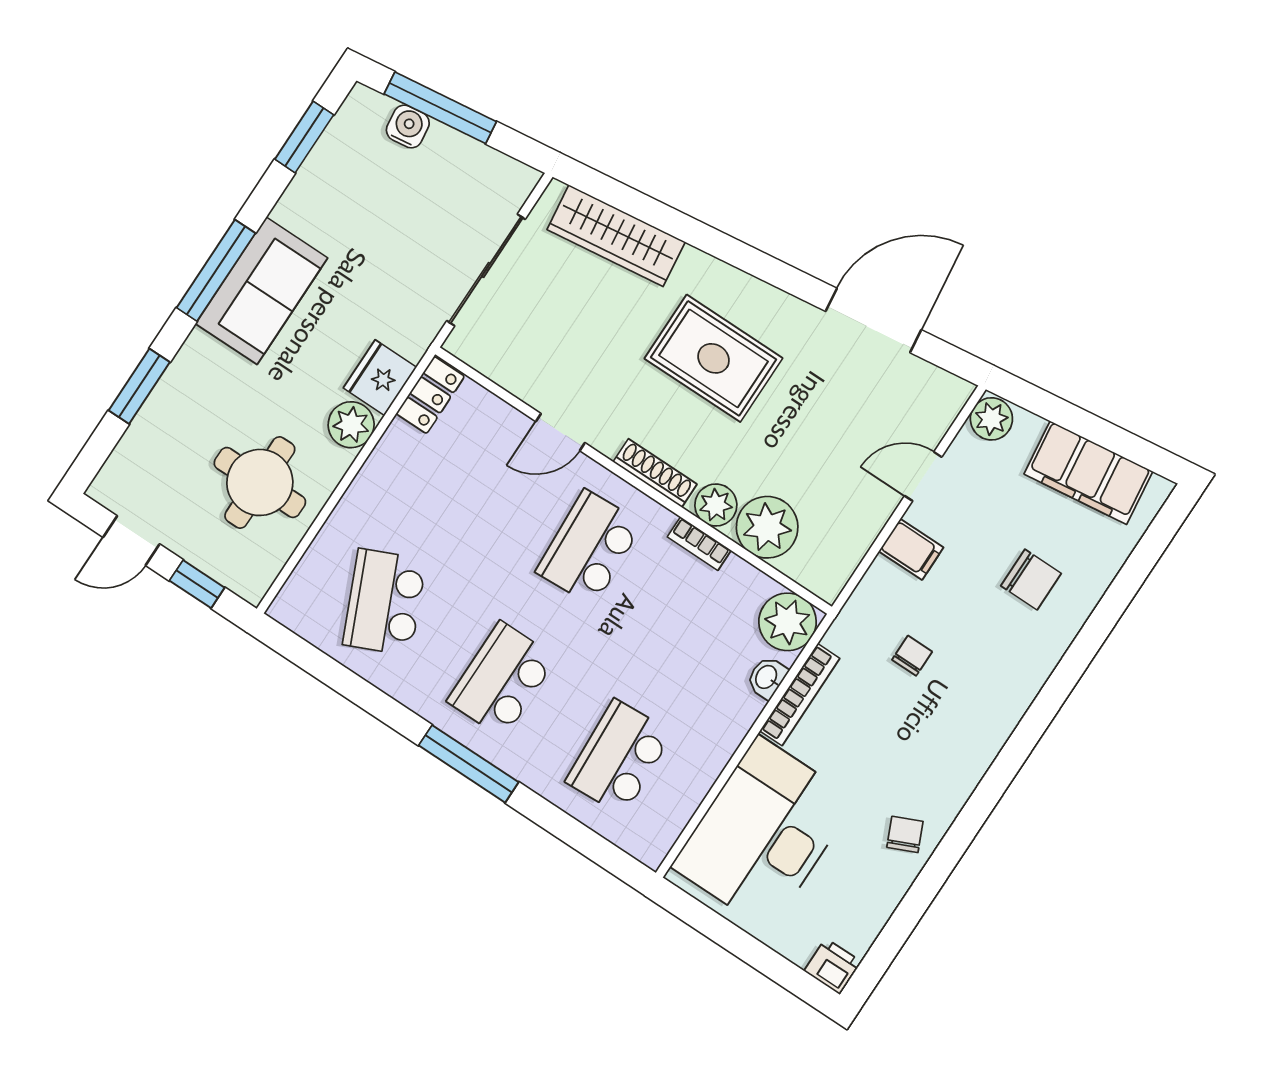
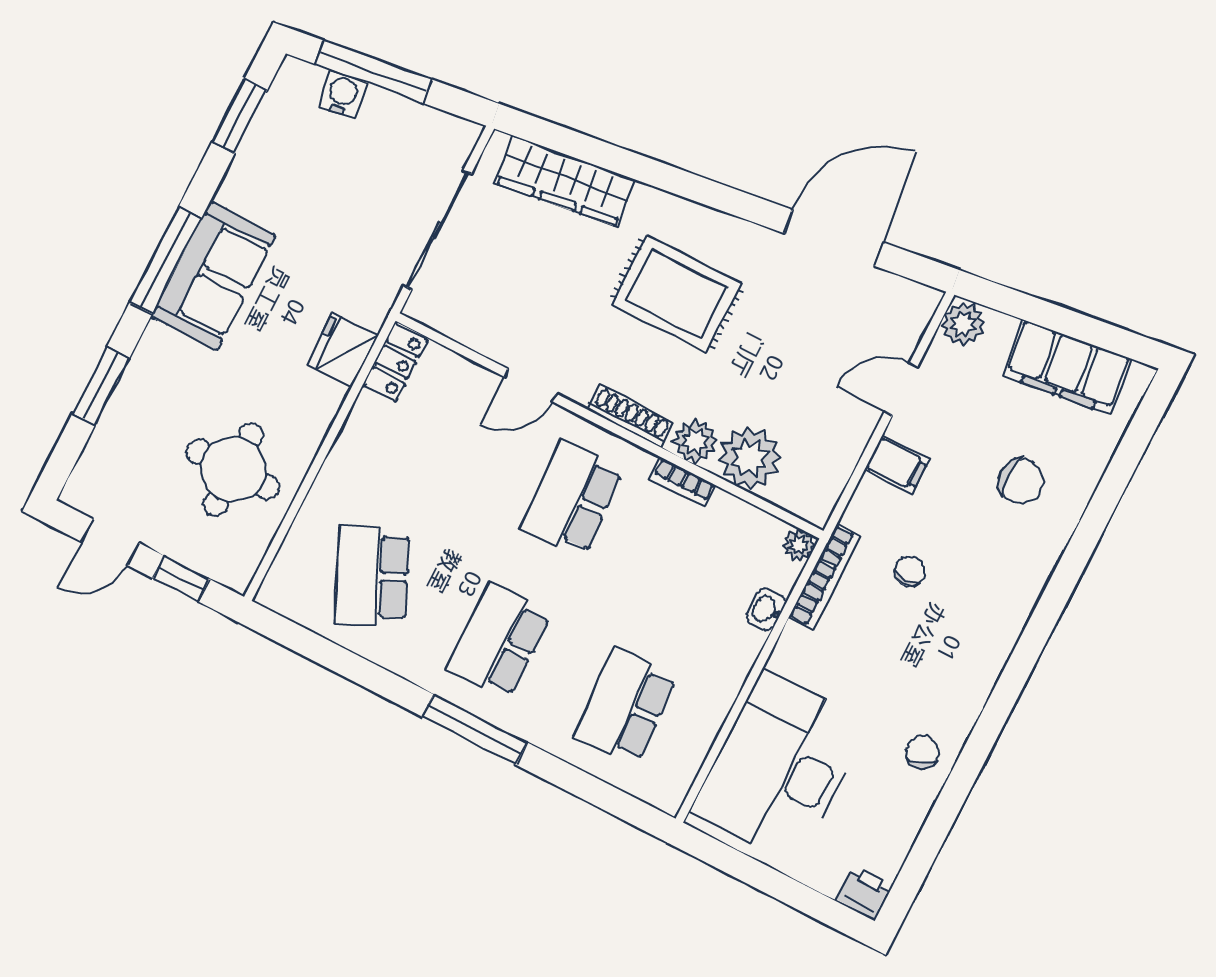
plant: (351, 425) -> (319, 401), removed
plant: (788, 622) -> (799, 545), width x0.53, depth x0.53
bookcase: (800, 695) -> (825, 577), moved

